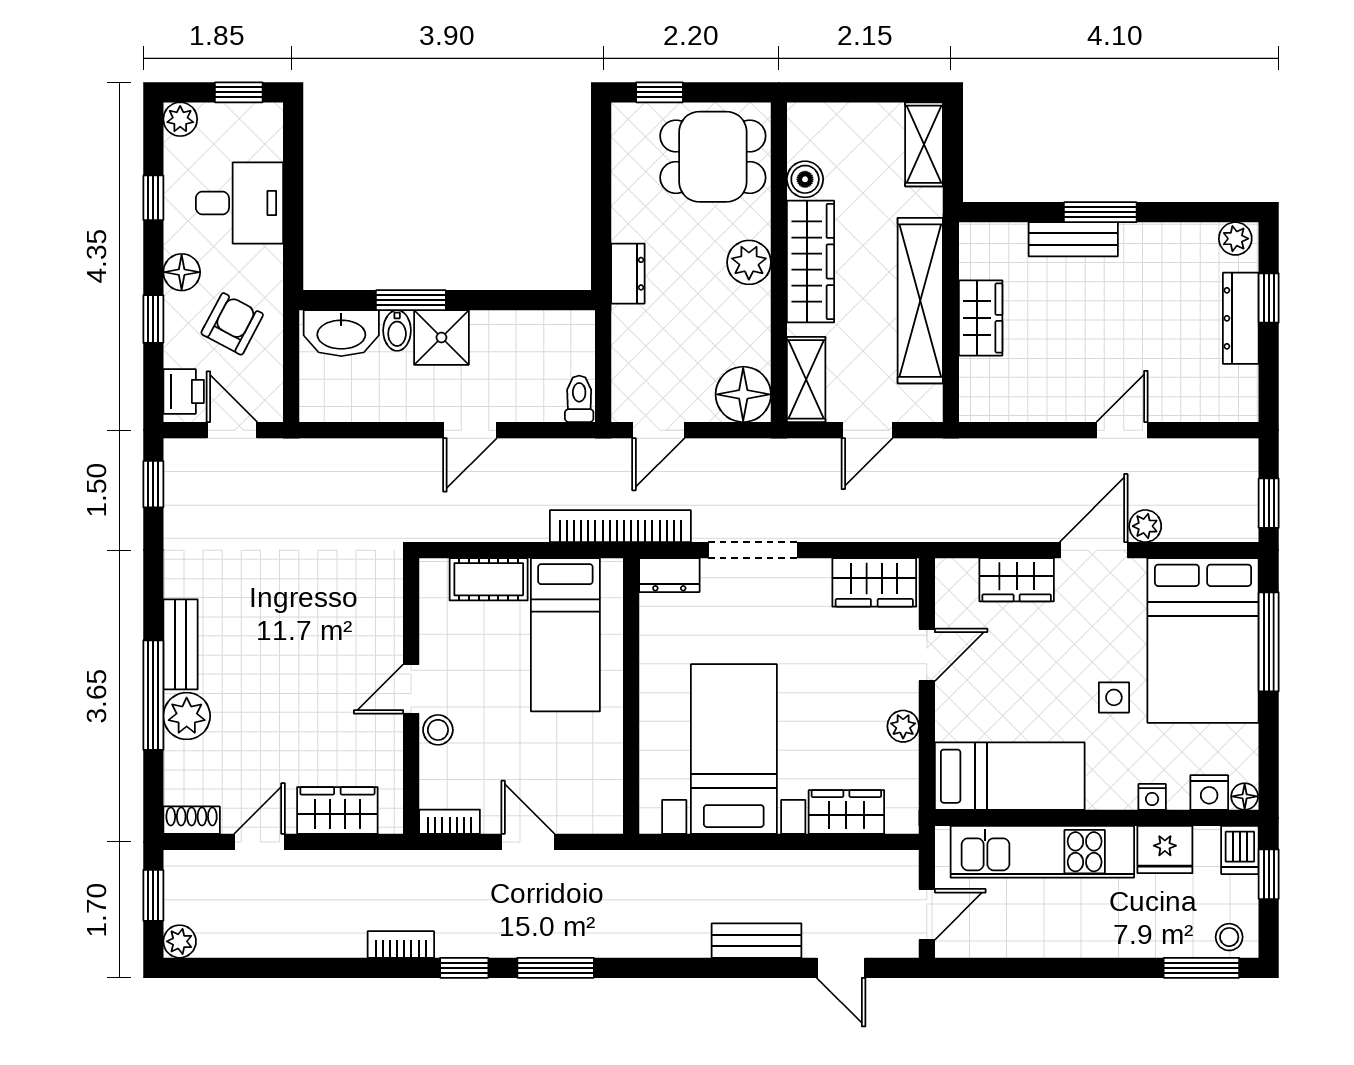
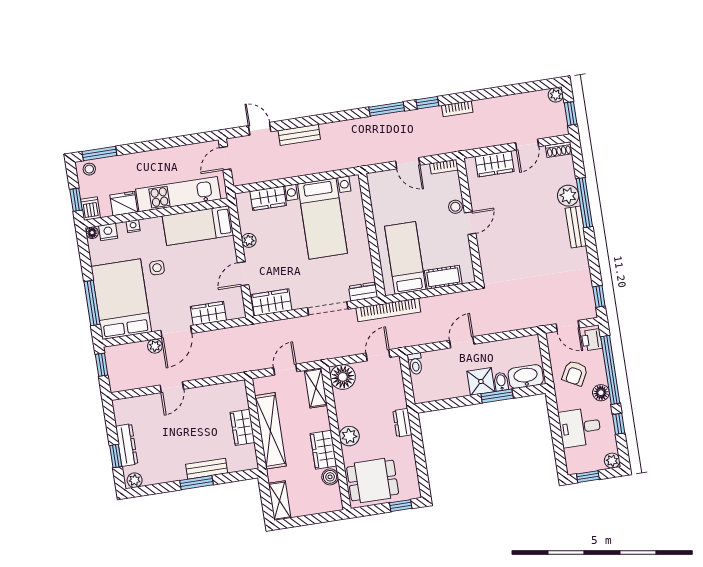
wardrobe: (811, 262) -> (323, 450), width x0.67
window: (153, 319) -> (610, 370), width x3.17

